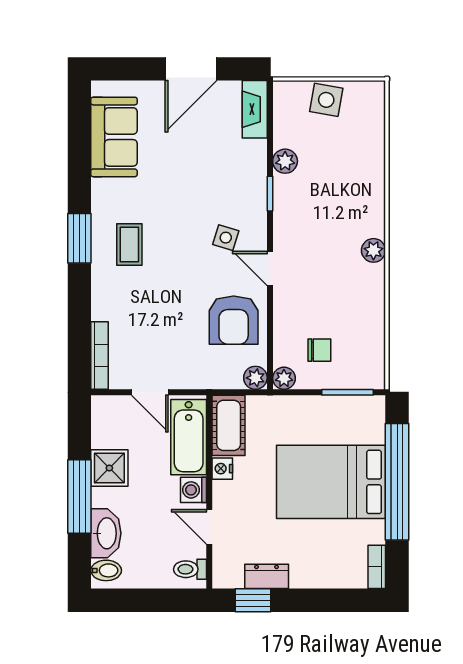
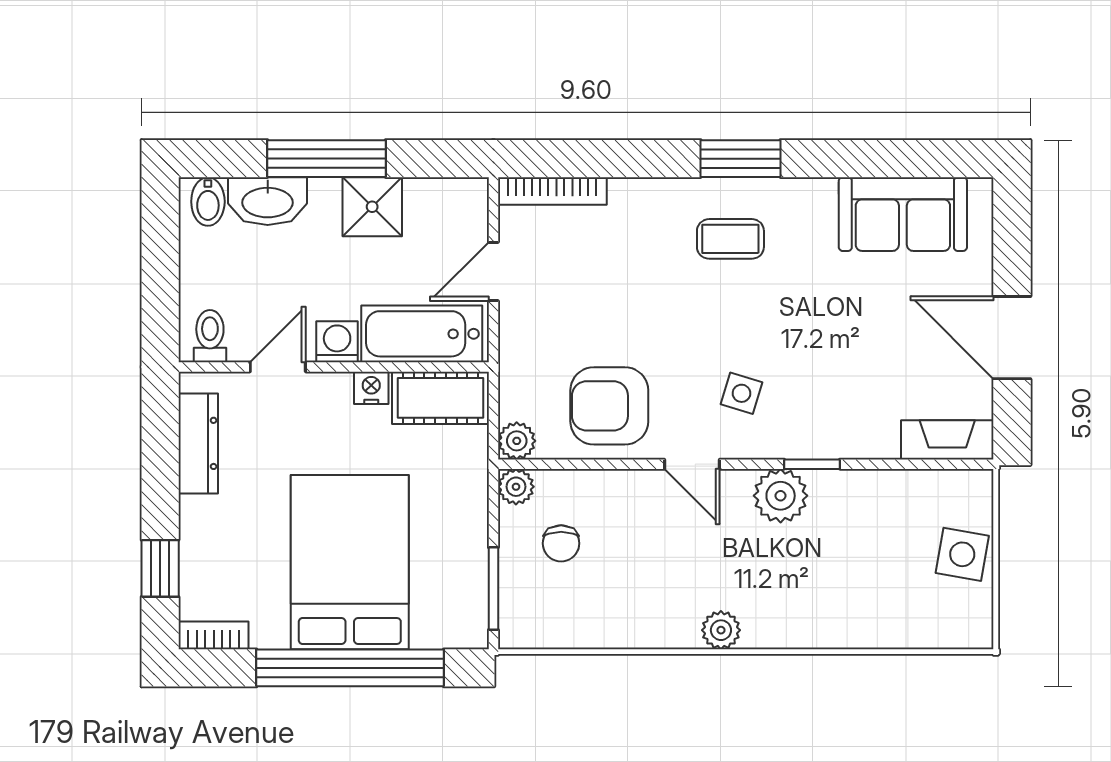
plant: (285, 161) -> (781, 496), moved, width x1.38, depth x1.38
door: (270, 268) -> (692, 464), swing flipped
dresser: (267, 576) -> (198, 443), width x1.44
window: (253, 600) -> (160, 568), moved

